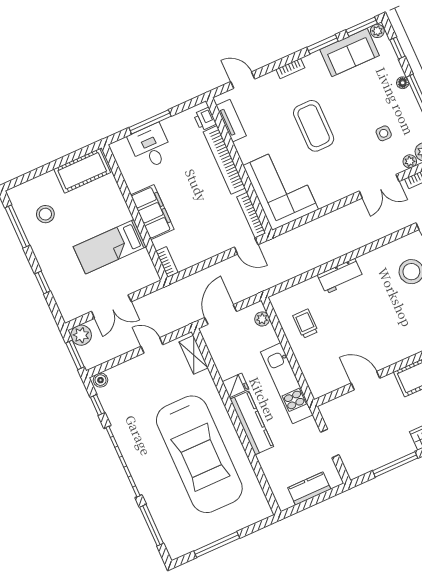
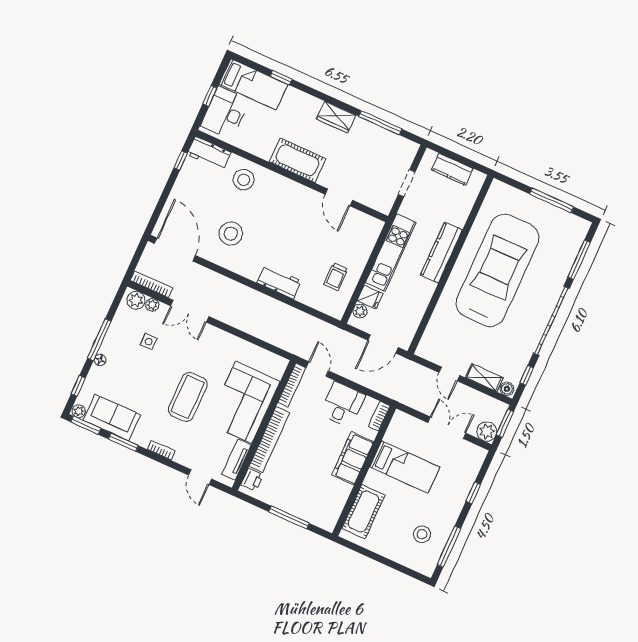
desk: (150, 147) -> (342, 405), moved, turned 180
cot: (82, 171) -> (364, 512), moved, turned 90
double door: (379, 186) -> (190, 311), swing flipped
corner sofa: (281, 188) -> (244, 402), moved
shelving: (194, 355) -> (484, 378), moved, turned 90
fridge: (235, 385) -> (370, 297), moved, turned 180

